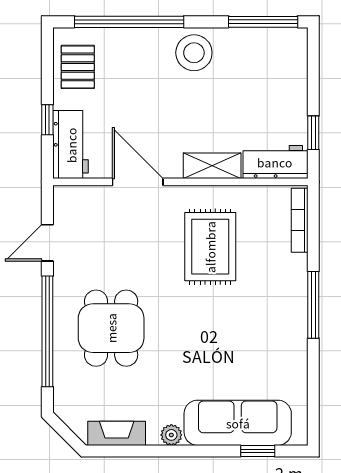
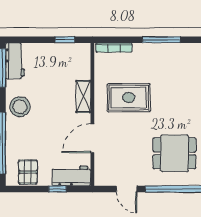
pallet: (78, 67) -> (28, 172), turned 90
workbench: (275, 162) -> (15, 61), moved, turned 180

